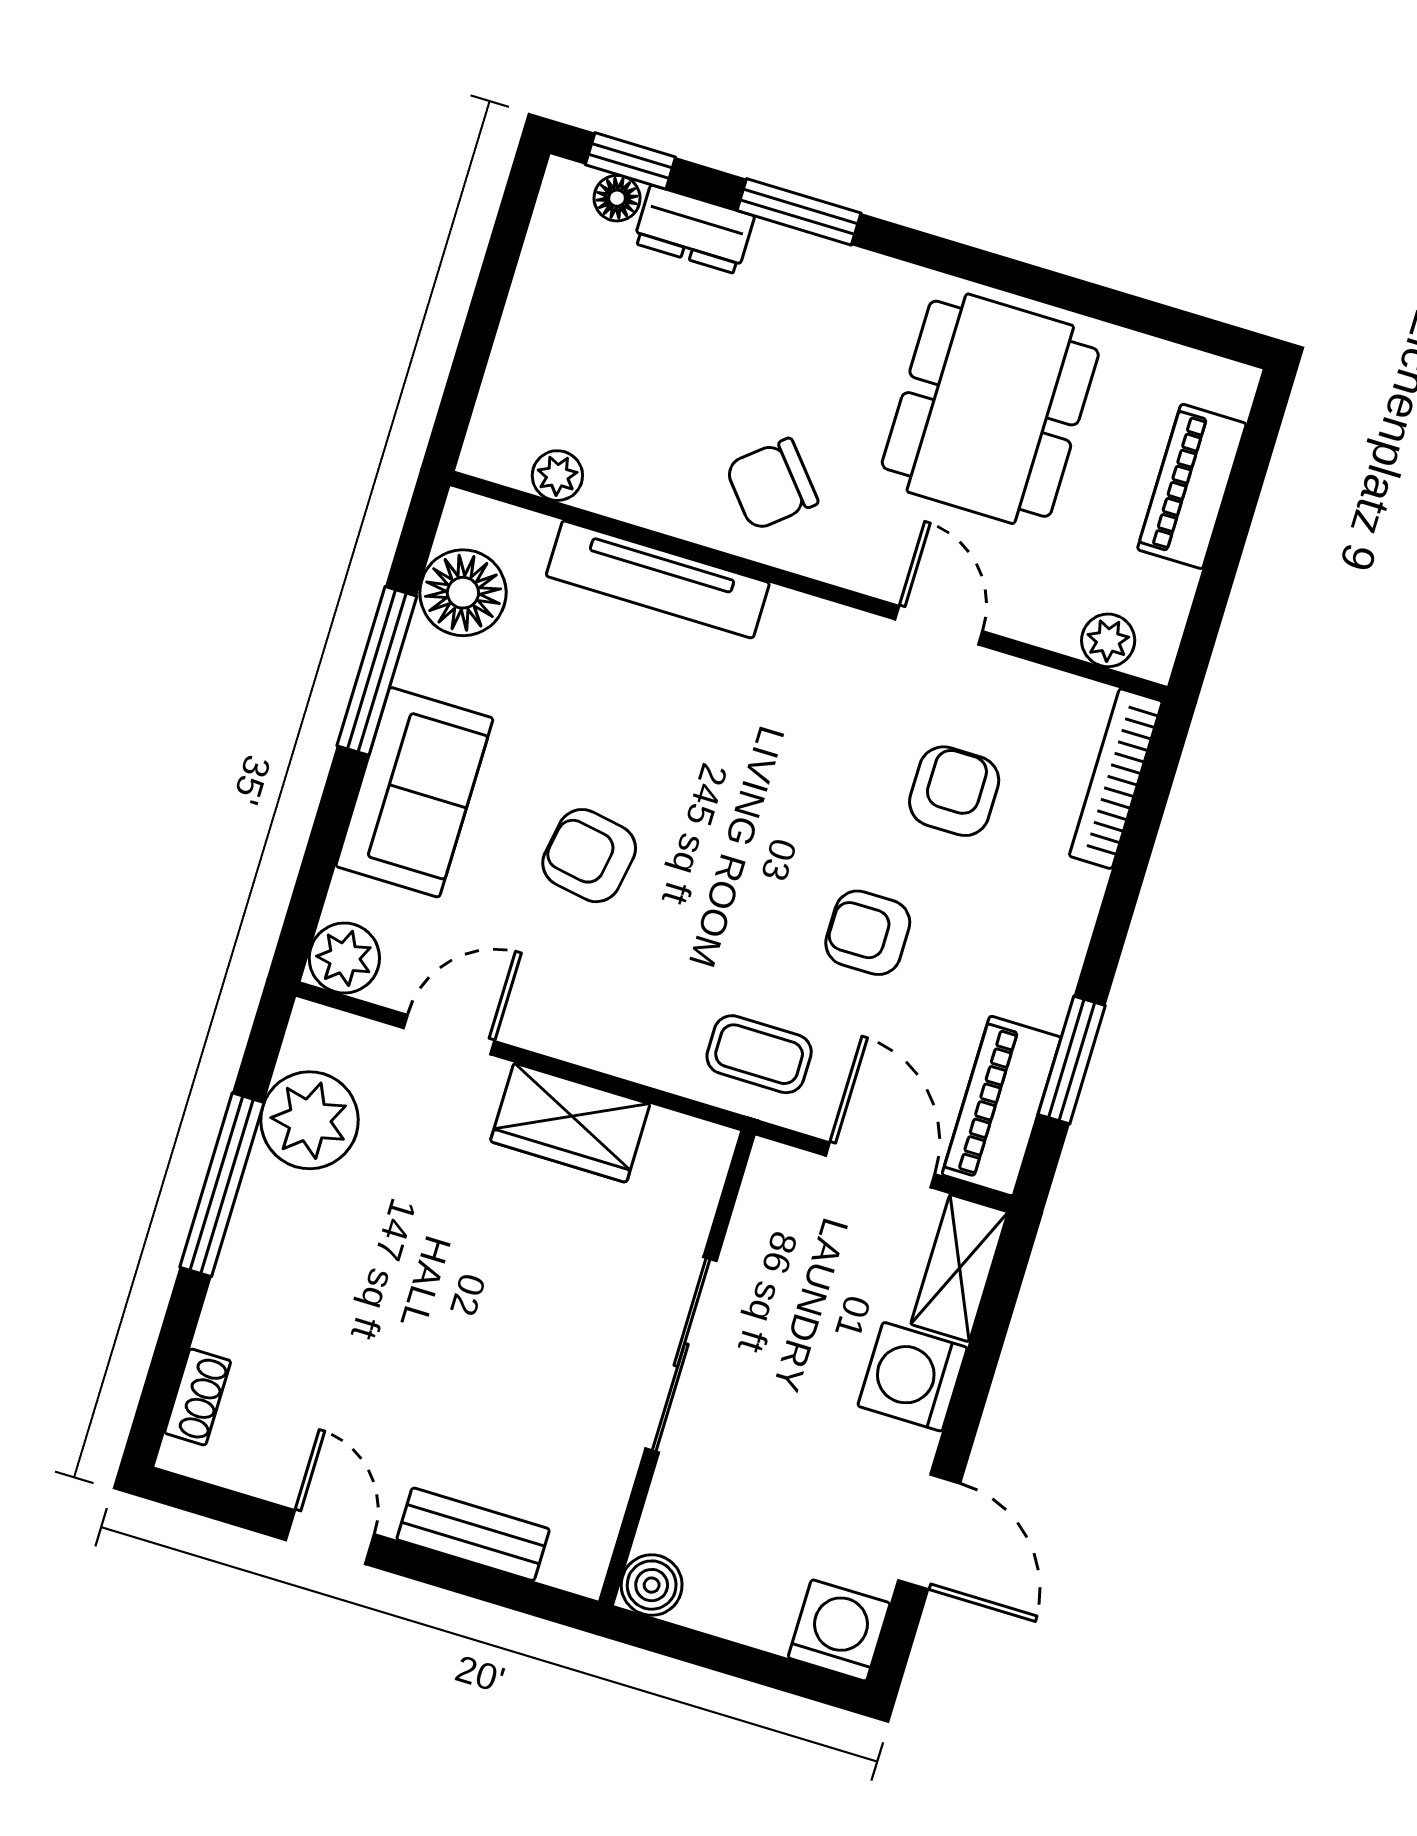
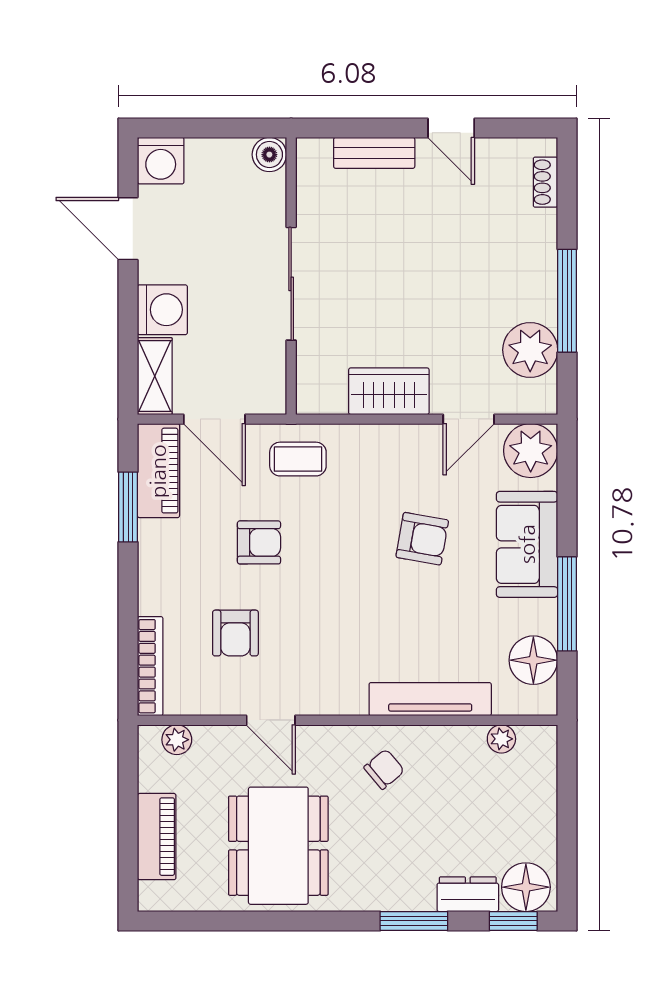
floor lamp: (617, 198) -> (526, 887), width x1.89, depth x1.89
chair: (772, 484) -> (384, 769), width x0.73, depth x0.73
plant: (344, 958) -> (531, 451), width x1.36, depth x1.36

